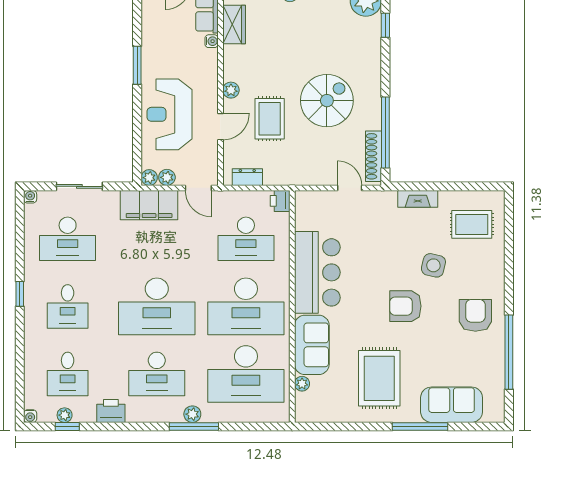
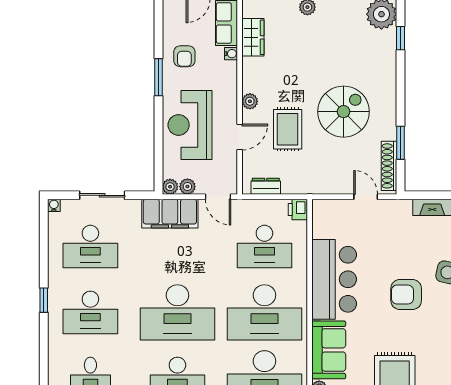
armchair: (164, 44) -> (184, 56), added
window: (385, 133) -> (401, 143), width x0.47
desk: (68, 306) -> (90, 312), width x1.37
armchair: (405, 306) -> (406, 295), moved

